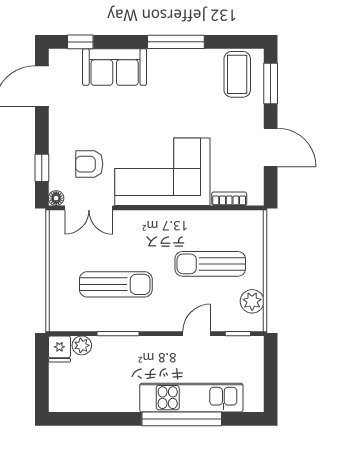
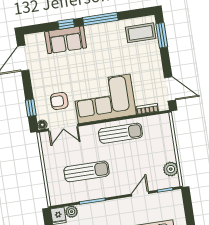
window: (80, 42) -> (66, 24), moved
coffee table: (237, 74) -> (141, 33), turned 90
door: (271, 147) -> (170, 89), moved
sun lounger: (210, 264) -> (120, 133), moved, turned 180

